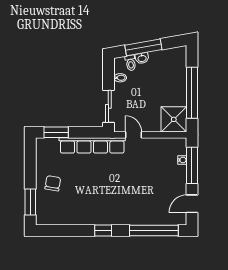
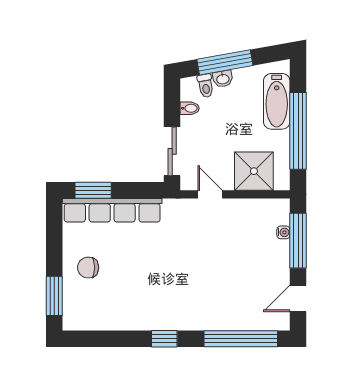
bathtub: (178, 73) -> (277, 101), added
shower: (174, 119) -> (254, 171), moved
row of seats: (92, 145) -> (112, 210), moved
chair: (53, 183) -> (88, 268), turned -100

